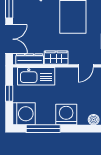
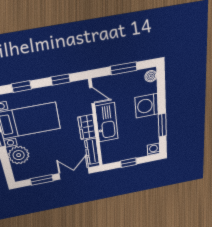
kitchen sink: (36, 76) -> (107, 122), moved
washing machine: (24, 114) -> (153, 149), width x0.53, depth x0.53
window: (43, 129) -> (162, 125), width x0.69

